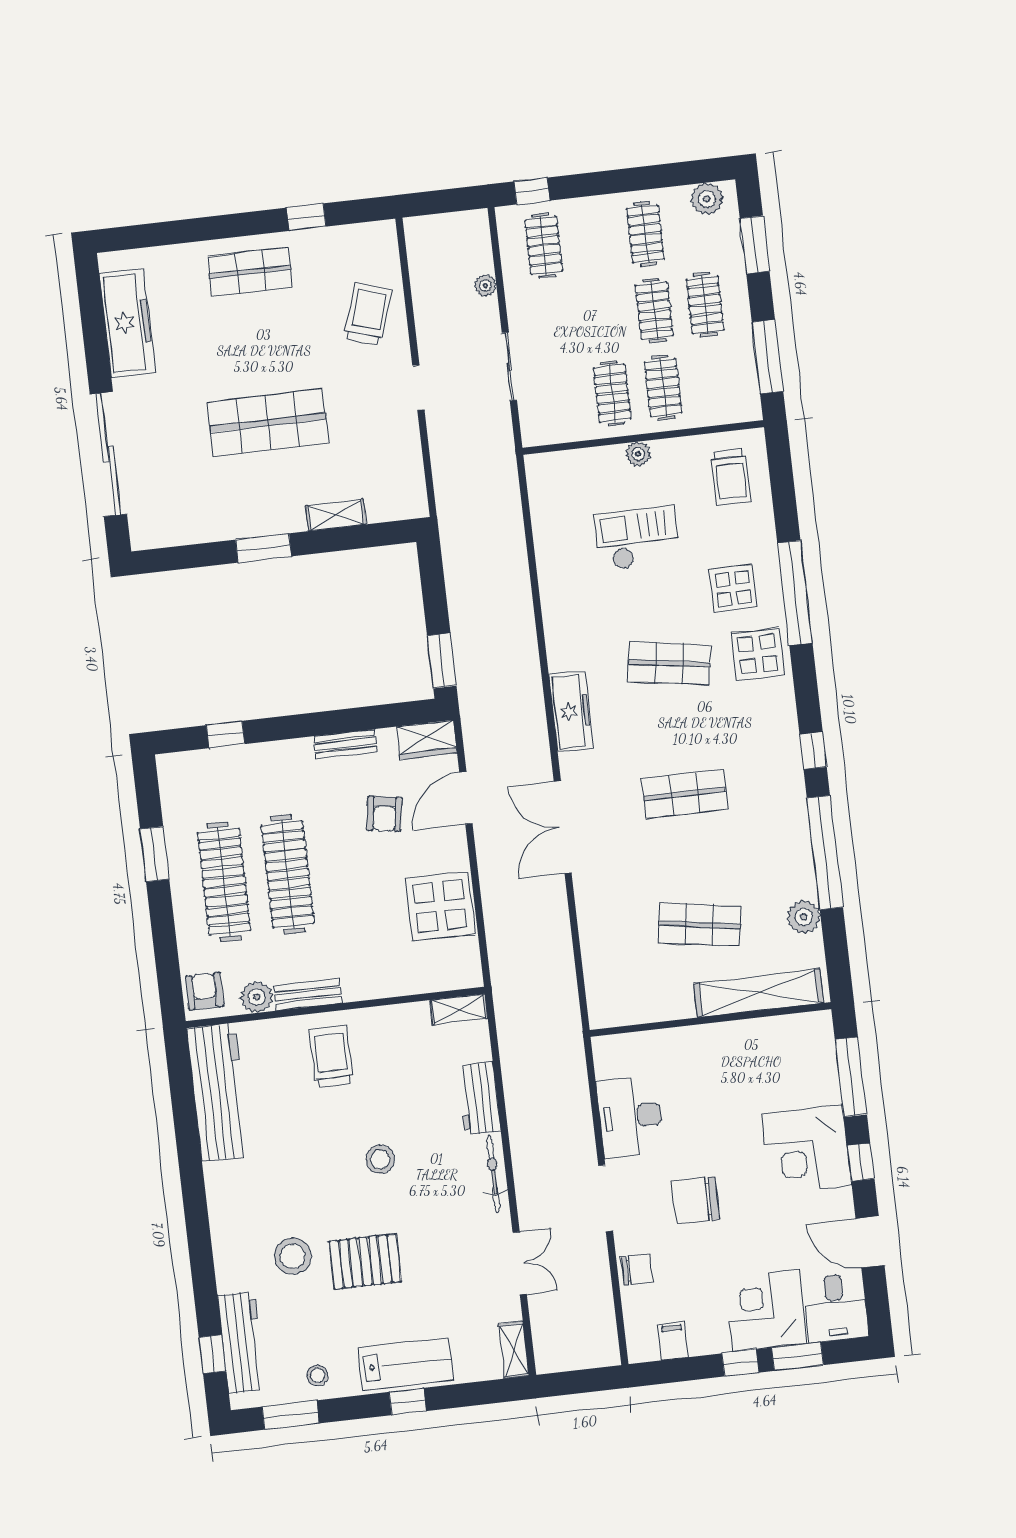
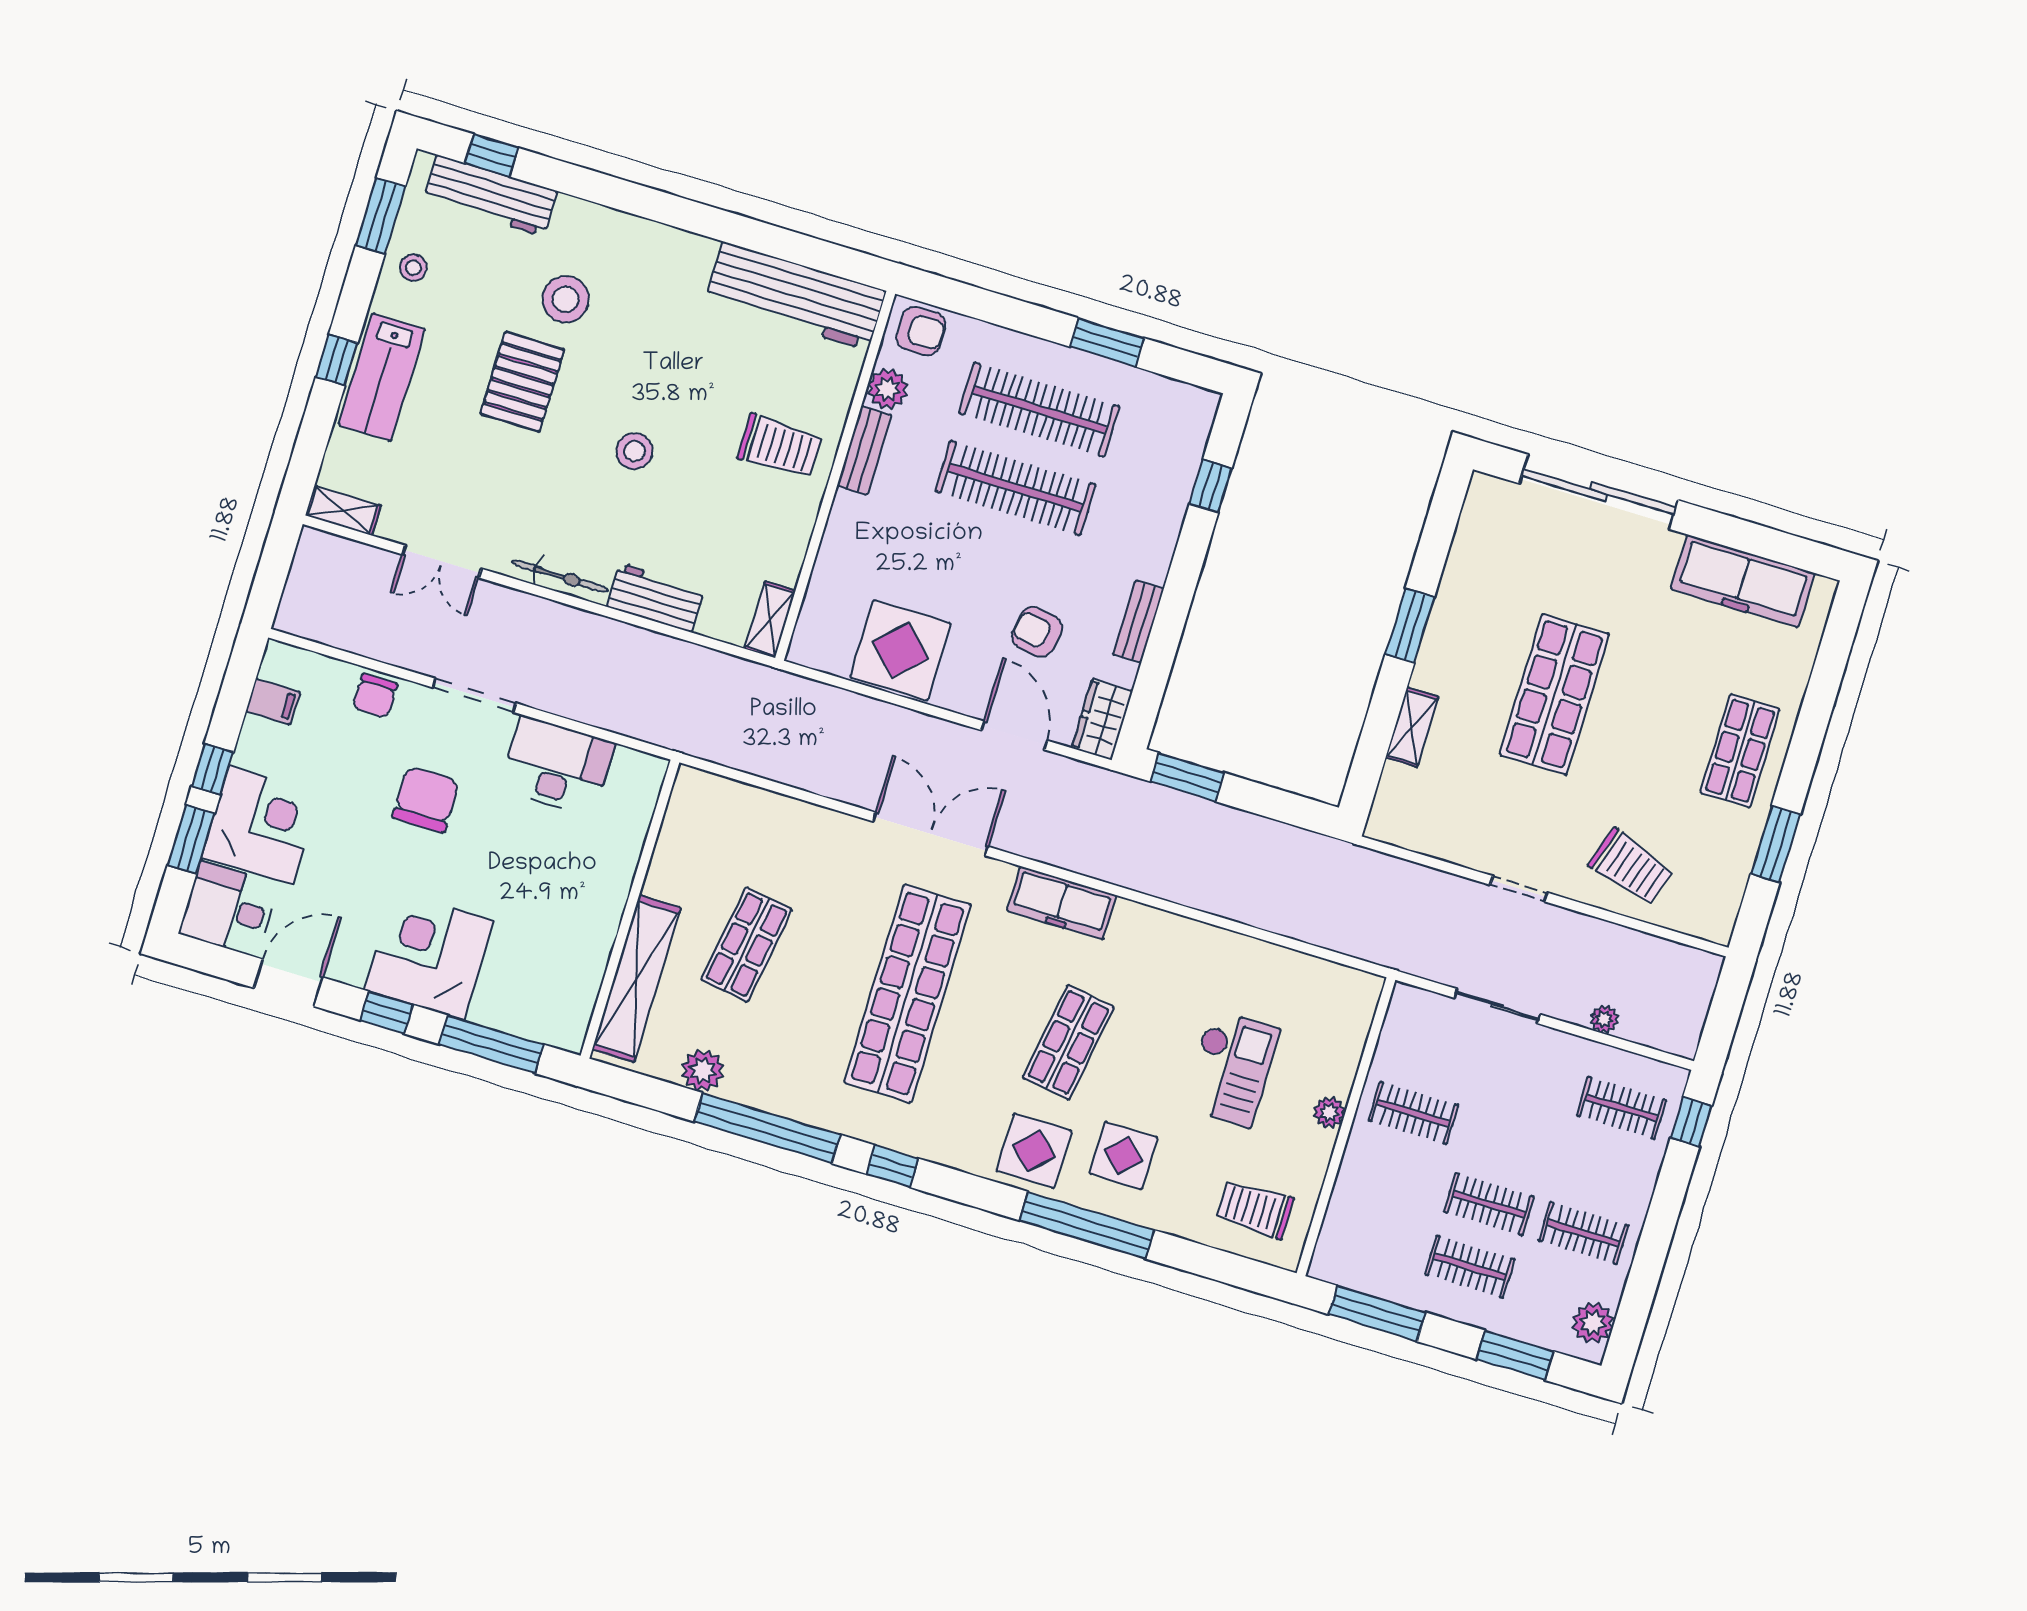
window: (306, 217) -> (1776, 844), width x1.50
clothes rail: (663, 387) -> (1394, 1175), removed
shop shelf: (684, 794) -> (908, 993), width x2.00, depth x1.36

